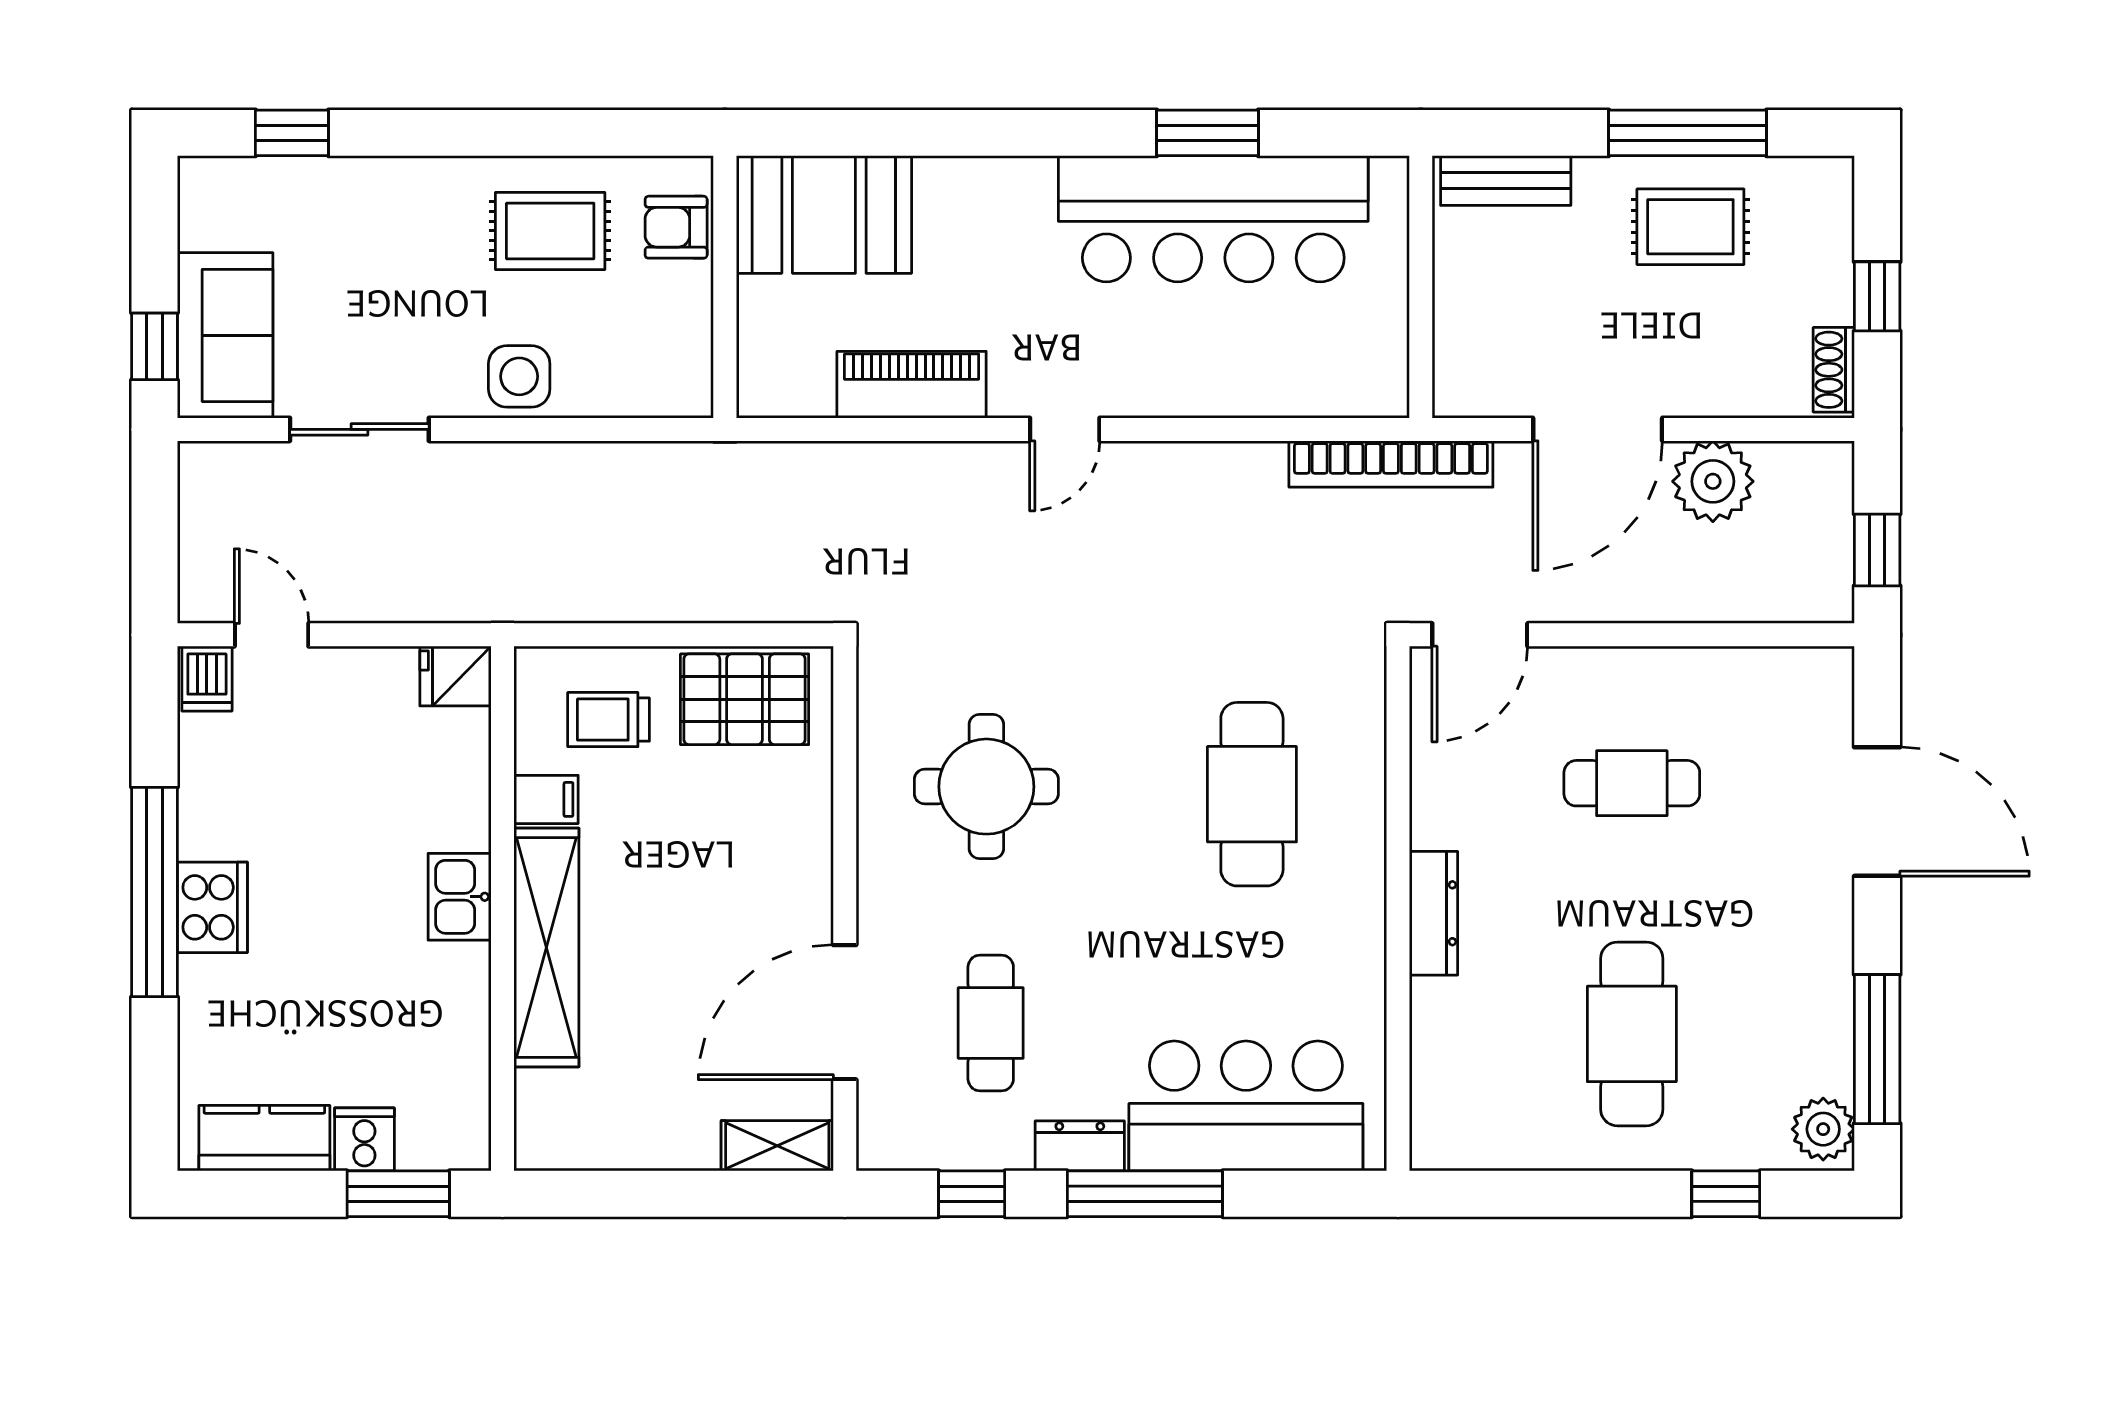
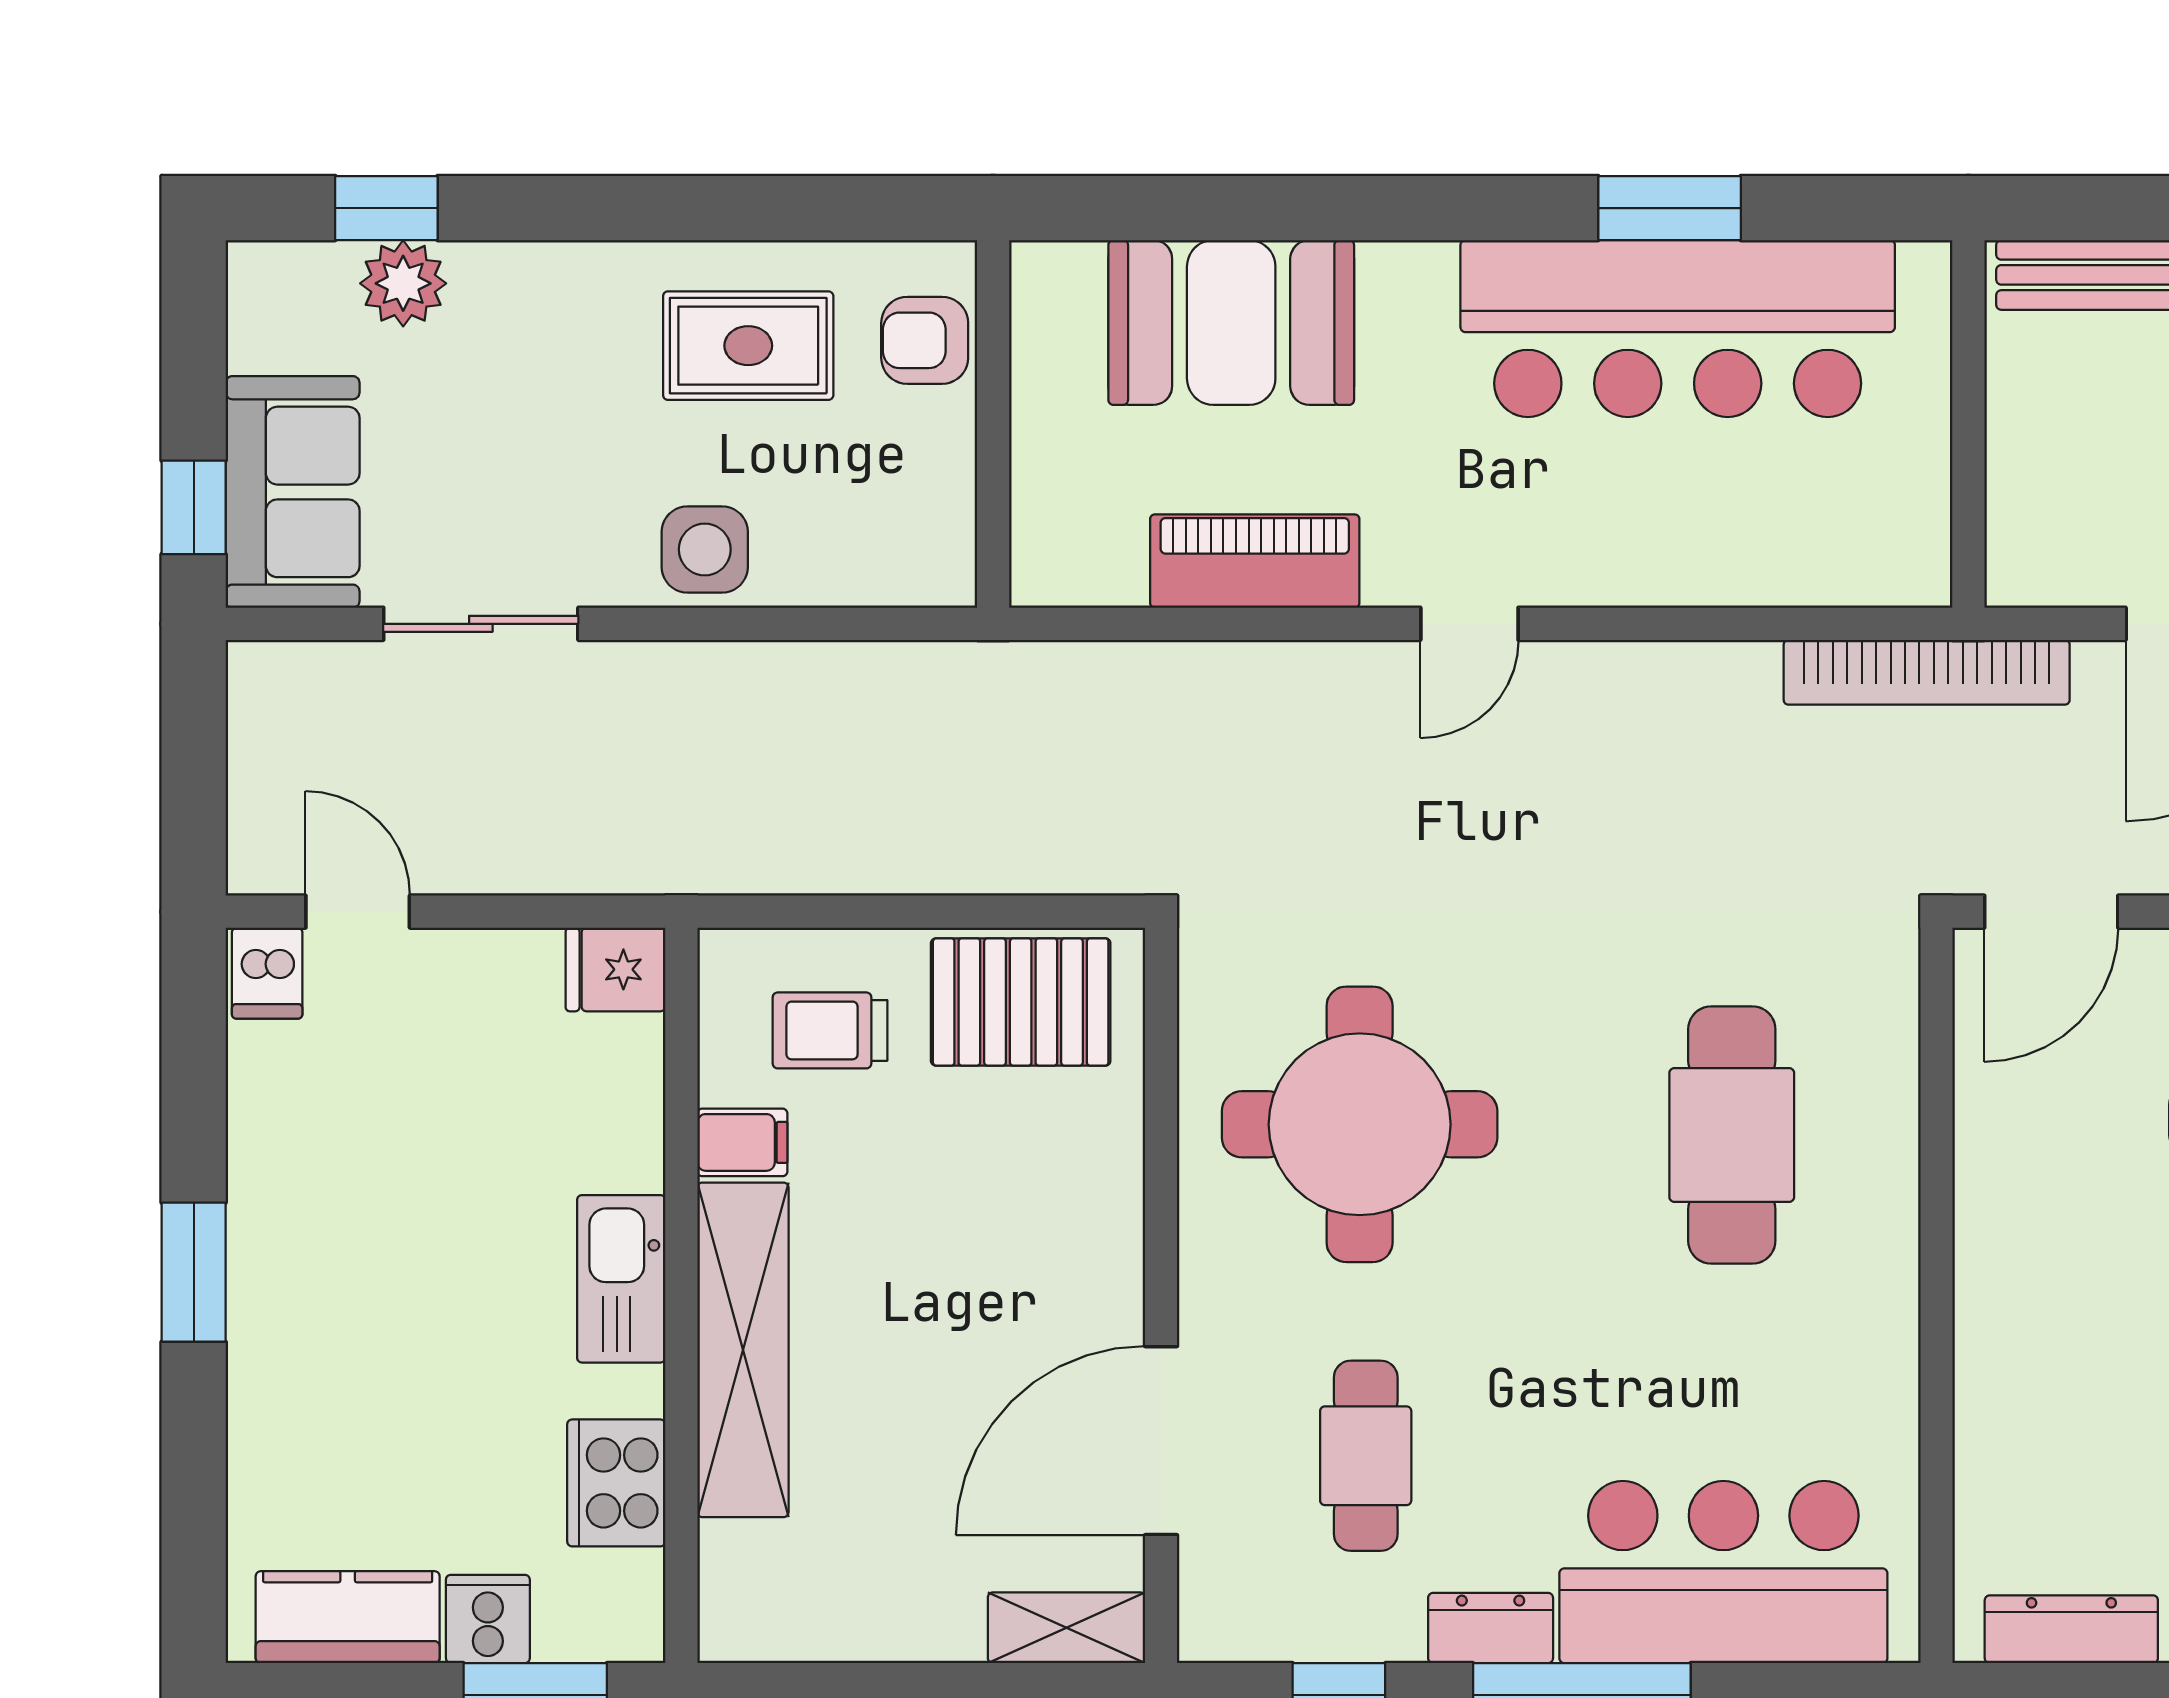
plant: (304, 187) -> (403, 283), added
booth: (824, 214) -> (1231, 322), moved
round table: (986, 787) -> (1360, 1124), width x1.36, depth x1.36
window: (154, 892) -> (194, 1272), width x0.47
kitchen sink: (460, 897) -> (621, 1279), width x1.38
cooker: (212, 907) -> (616, 1483), moved, turned 180
dresser: (1434, 913) -> (2071, 1629), moved, turned -90

